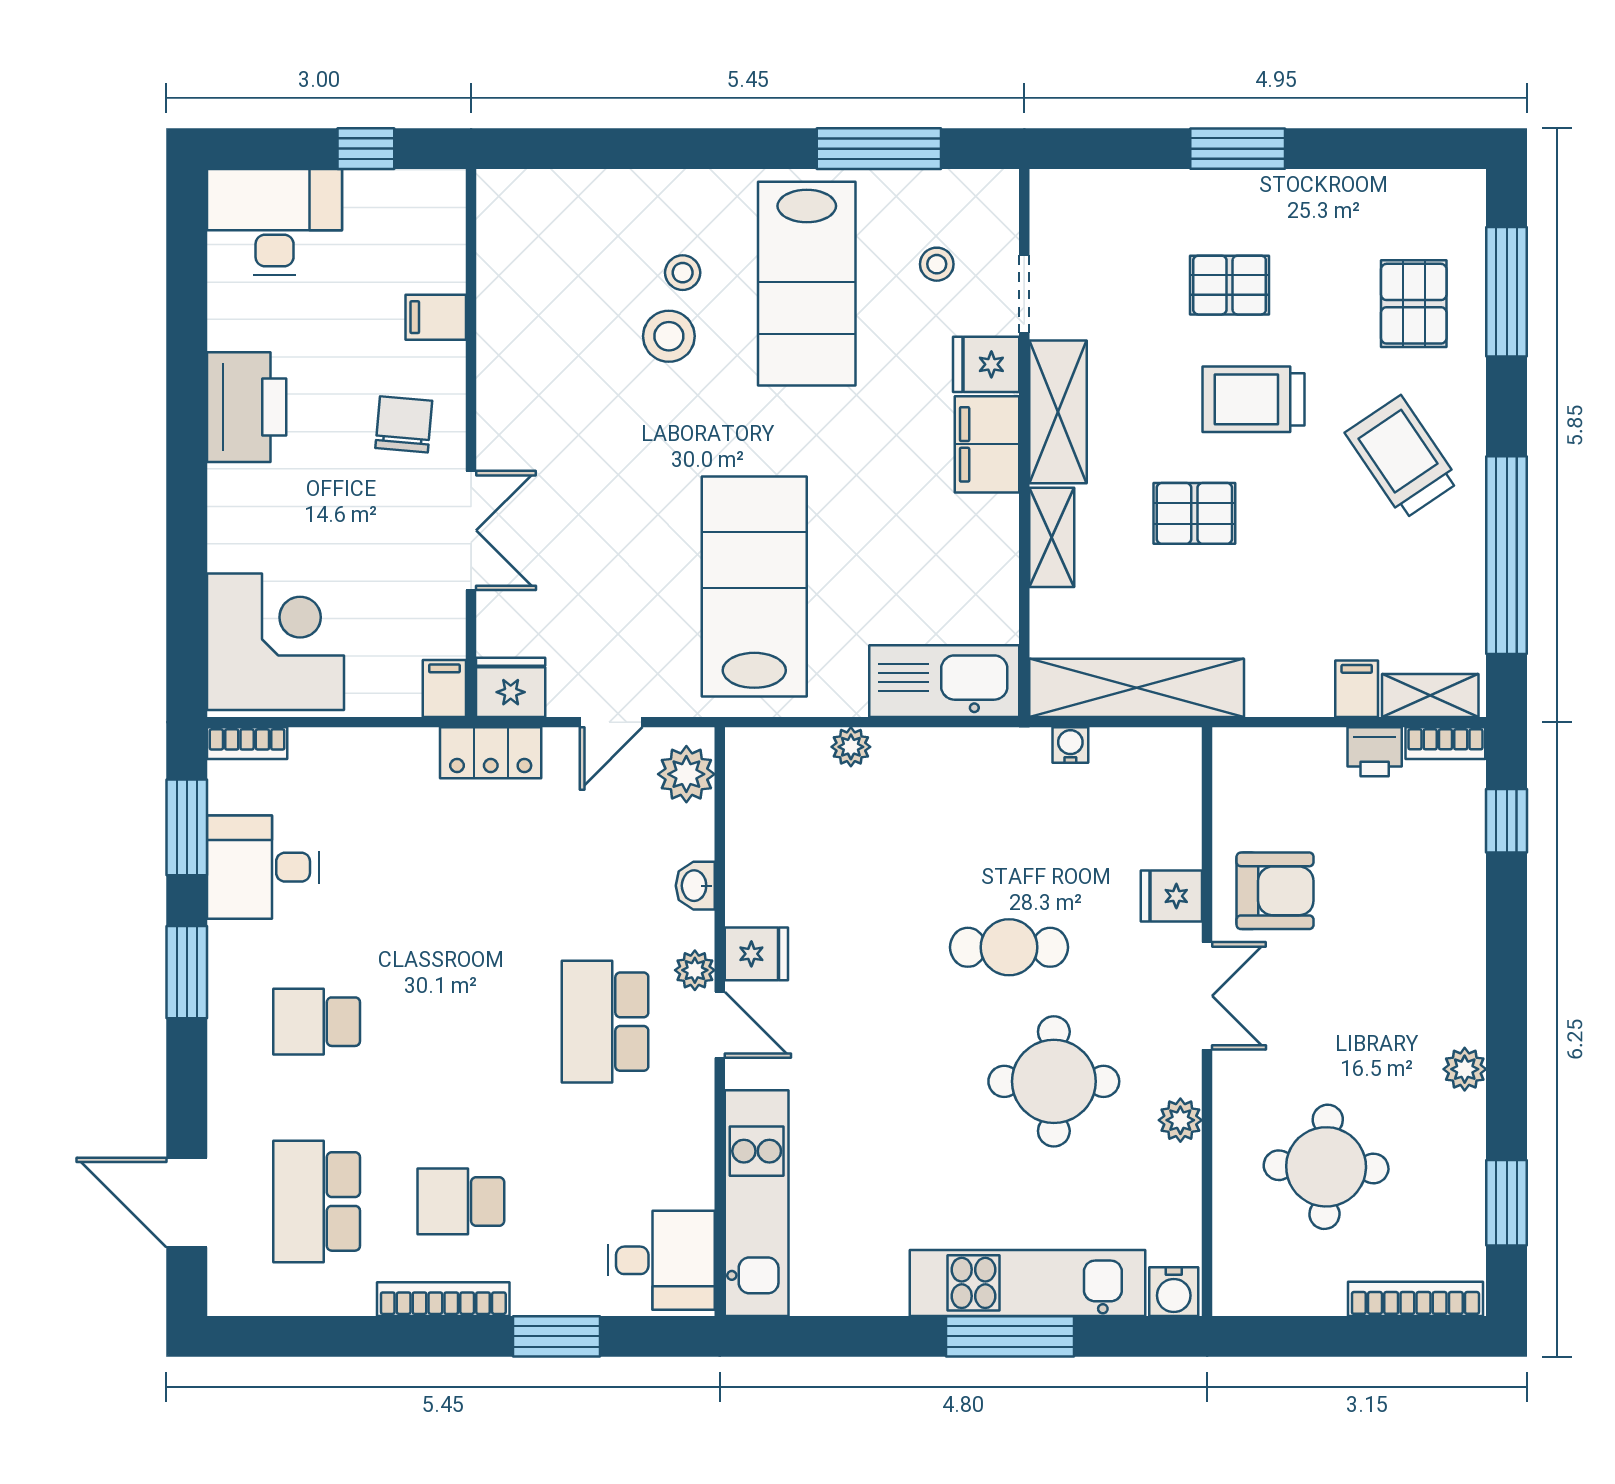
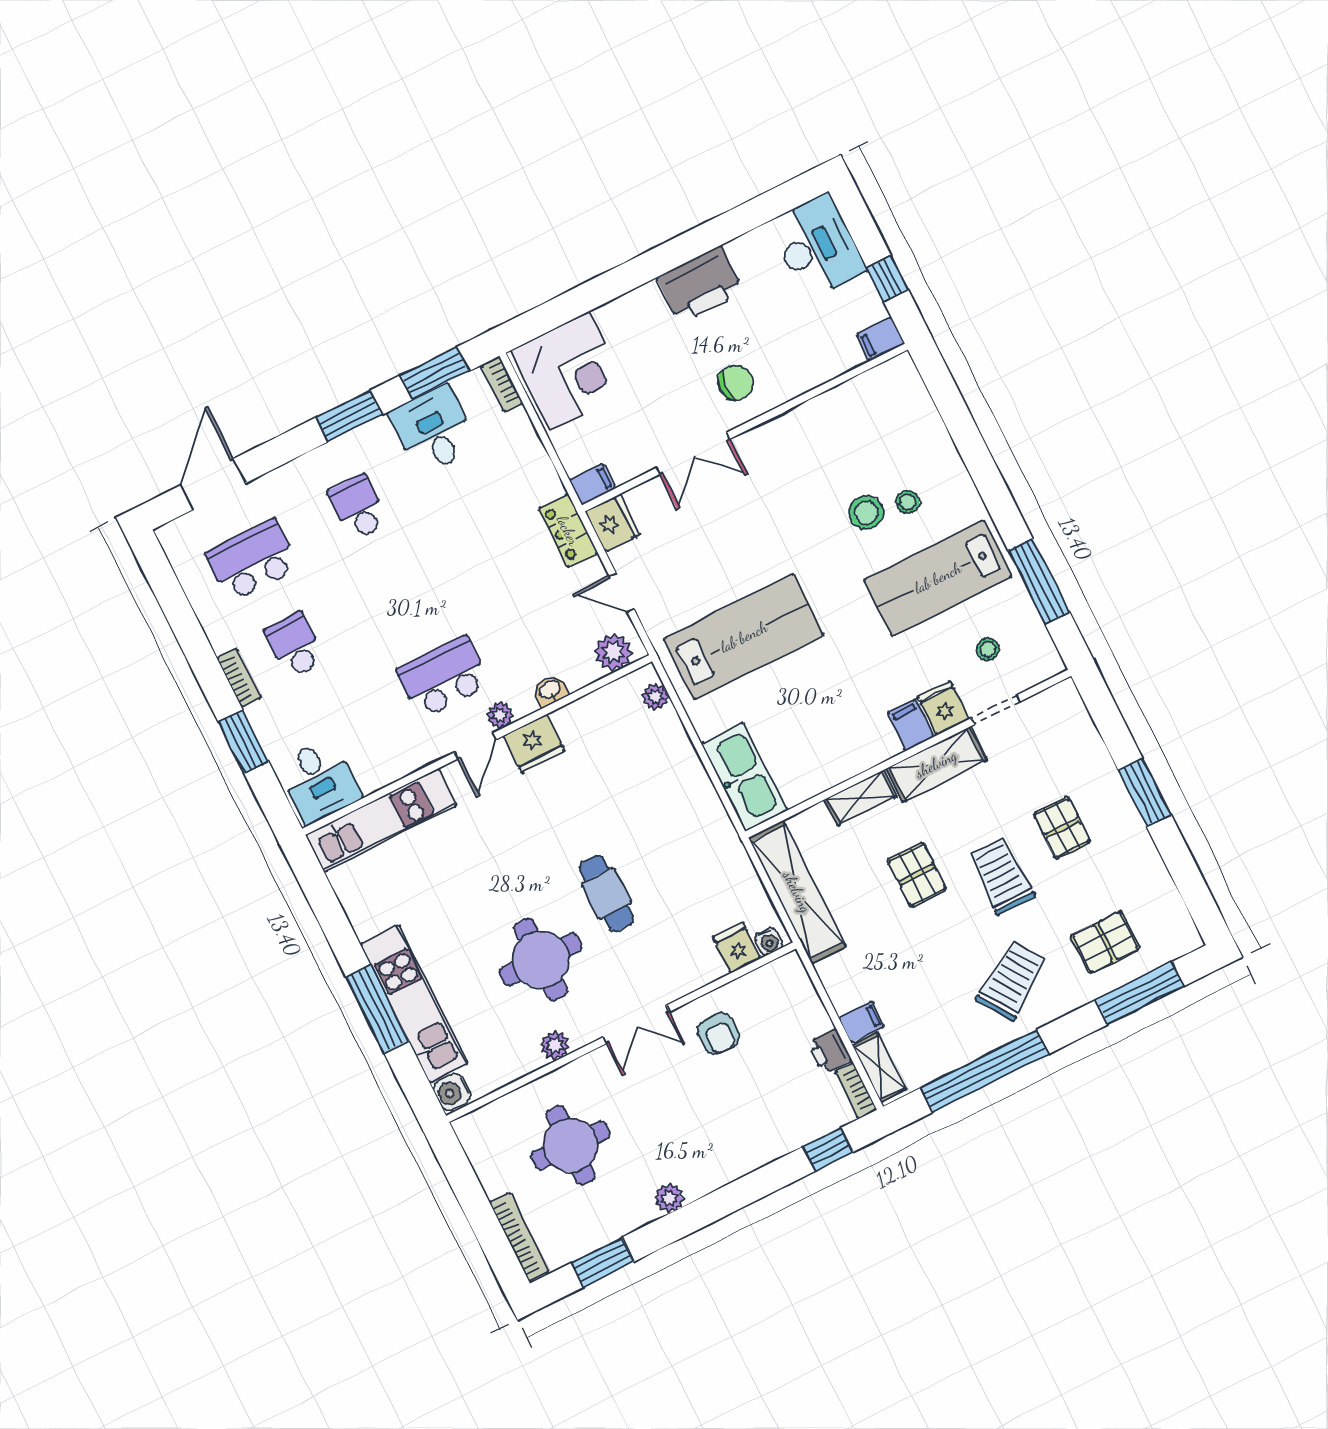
filing cabinet: (436, 317) -> (881, 339), moved, turned -90
filing cabinet: (987, 444) -> (911, 725), width x0.50
water cooler: (1070, 745) -> (769, 941), moved, turned 90
plant: (851, 747) -> (656, 696), moved
armchair: (1275, 891) -> (718, 1034), width x0.72, depth x0.72
fridge: (1171, 896) -> (737, 948), moved
fridge: (756, 954) -> (534, 743), width x1.38
bookcase: (443, 1299) -> (239, 678), width x0.64

